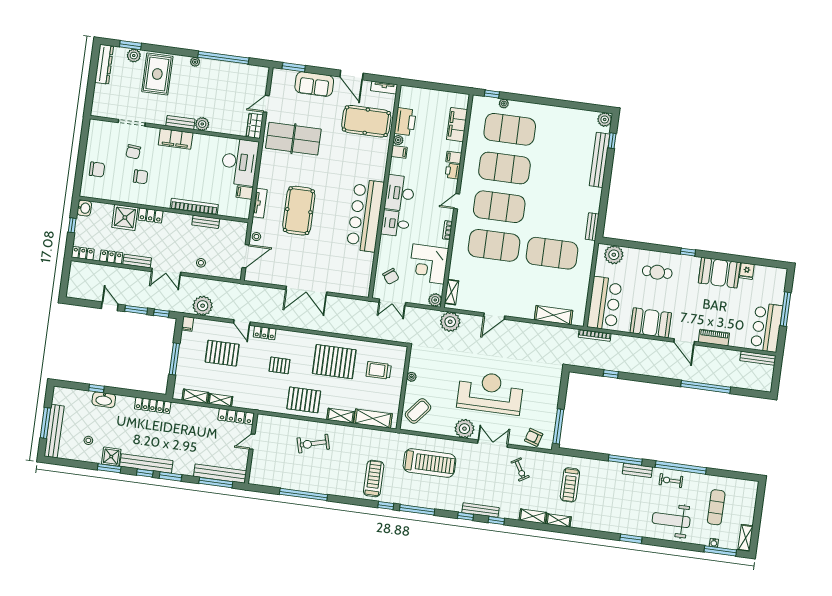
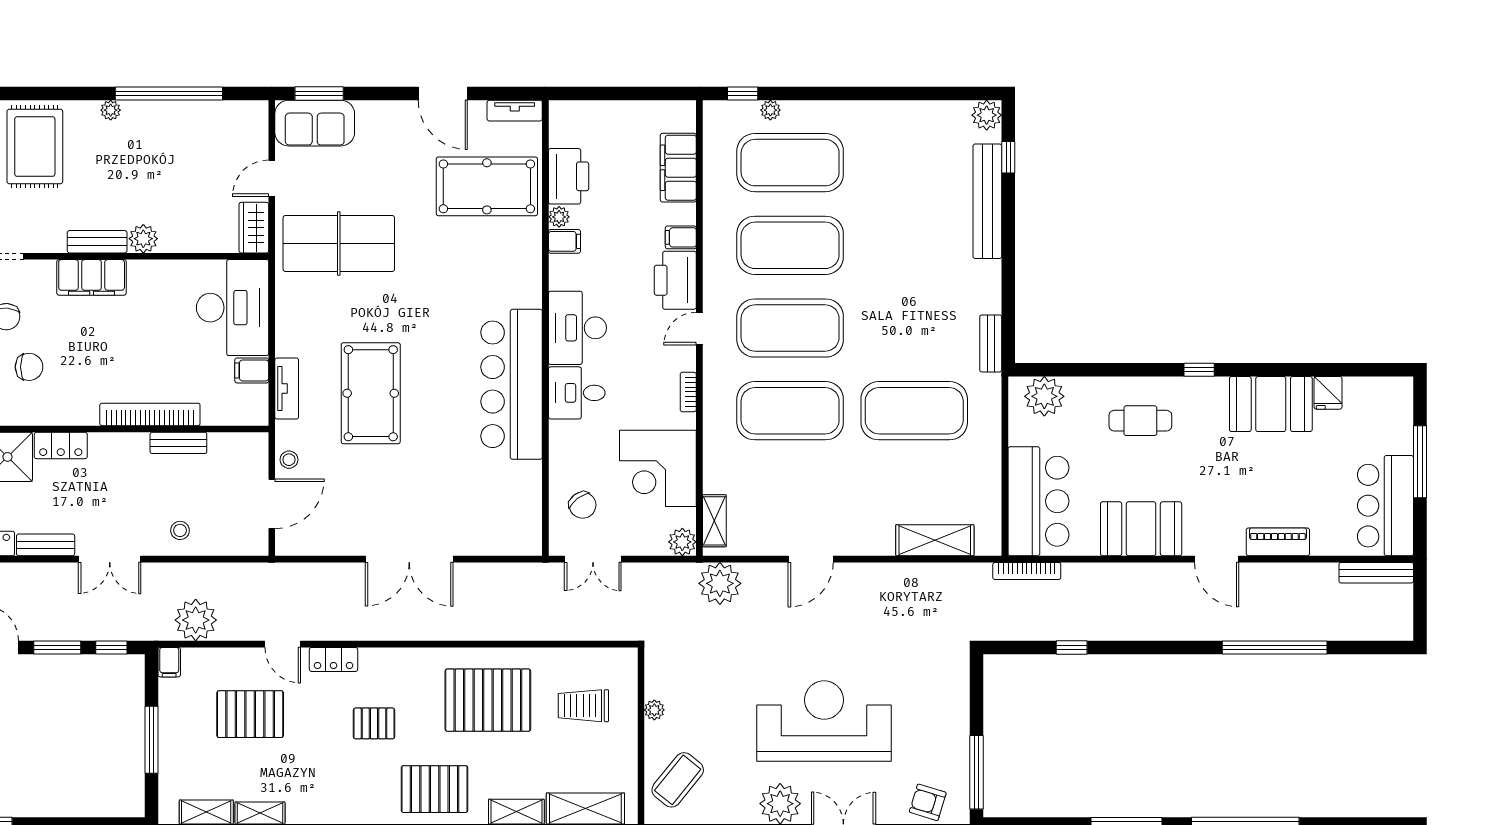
sofa: (314, 84) -> (315, 123), moved
printer: (453, 171) -> (675, 280), width x1.87, depth x1.48

